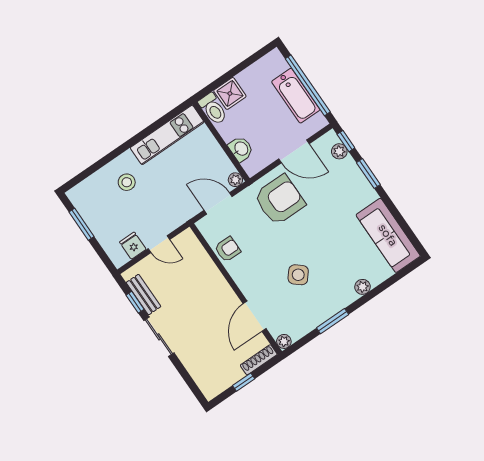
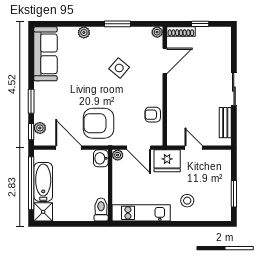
shower: (230, 93) -> (43, 212), moved
washbasin: (241, 149) -> (101, 158), moved
fridge: (133, 246) -> (167, 161), moved, width x1.88, depth x1.34
window: (135, 302) -> (234, 121), removed

